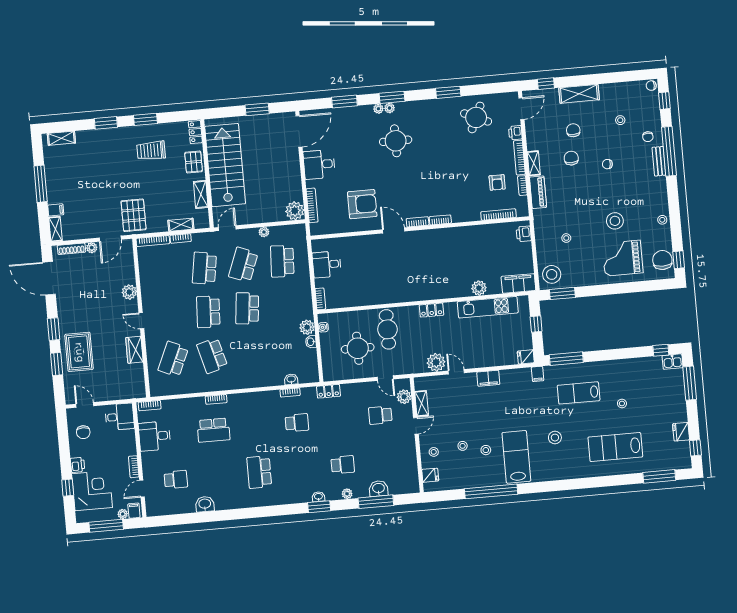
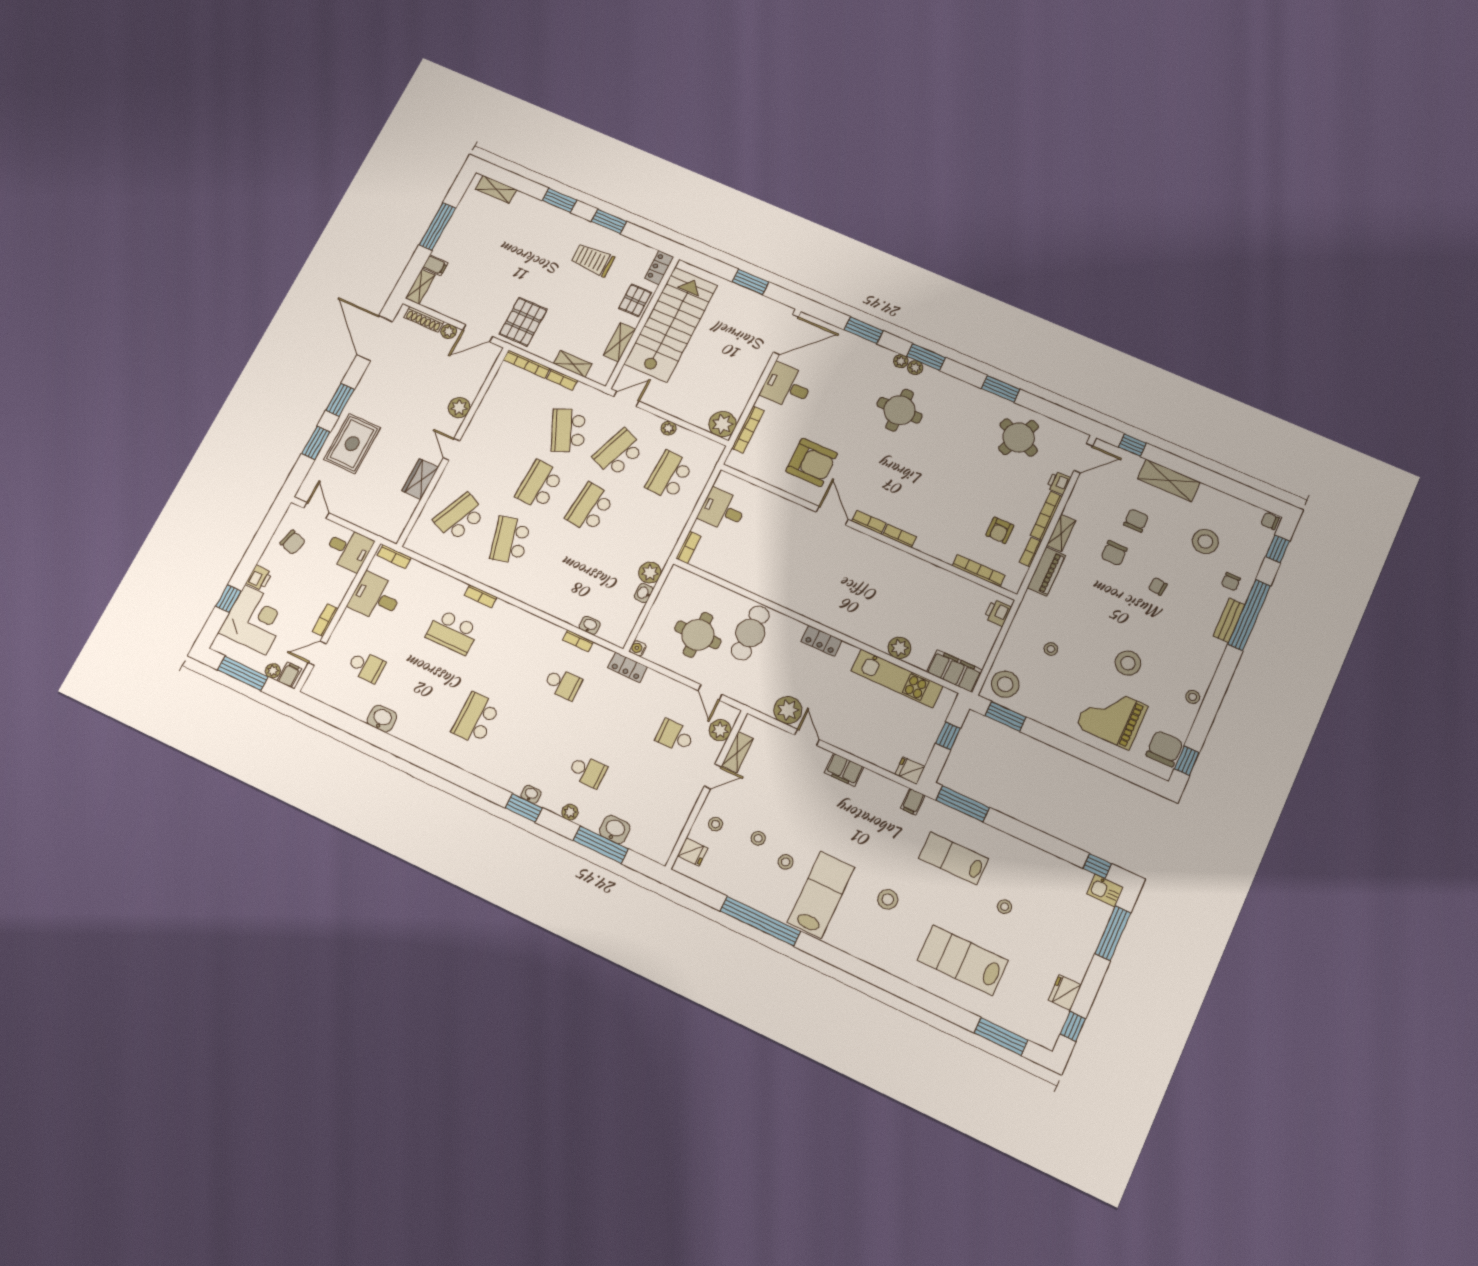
stool: (620, 120) -> (1205, 541), width x1.89, depth x1.89
chair: (571, 158) -> (1114, 553), turned 180
school desk: (204, 268) -> (568, 430), turned -33
water cooler: (323, 327) -> (638, 648), moved
chair: (83, 432) -> (293, 542), turned -74

